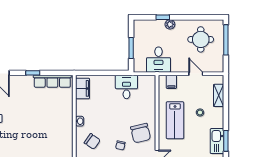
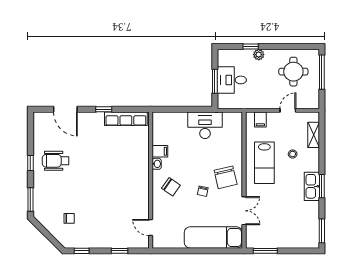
desk: (158, 60) -> (232, 80), moved, turned 90
door: (196, 74) -> (288, 110), hinge flipped
desk: (126, 87) -> (205, 125), width x1.37
filing cabinet: (82, 88) -> (160, 151), moved, width x0.50

